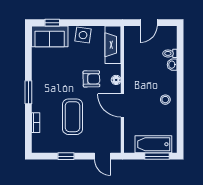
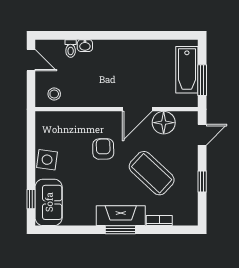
door: (149, 23) -> (31, 60), moved
fireplace: (113, 45) -> (121, 216), moved, turned 180
floor lamp: (116, 80) -> (164, 123), moved, width x1.89, depth x1.89
stool: (165, 100) -> (54, 94), moved
coffee table: (73, 117) -> (152, 173), turned 43
window: (157, 156) -> (202, 80), moved

